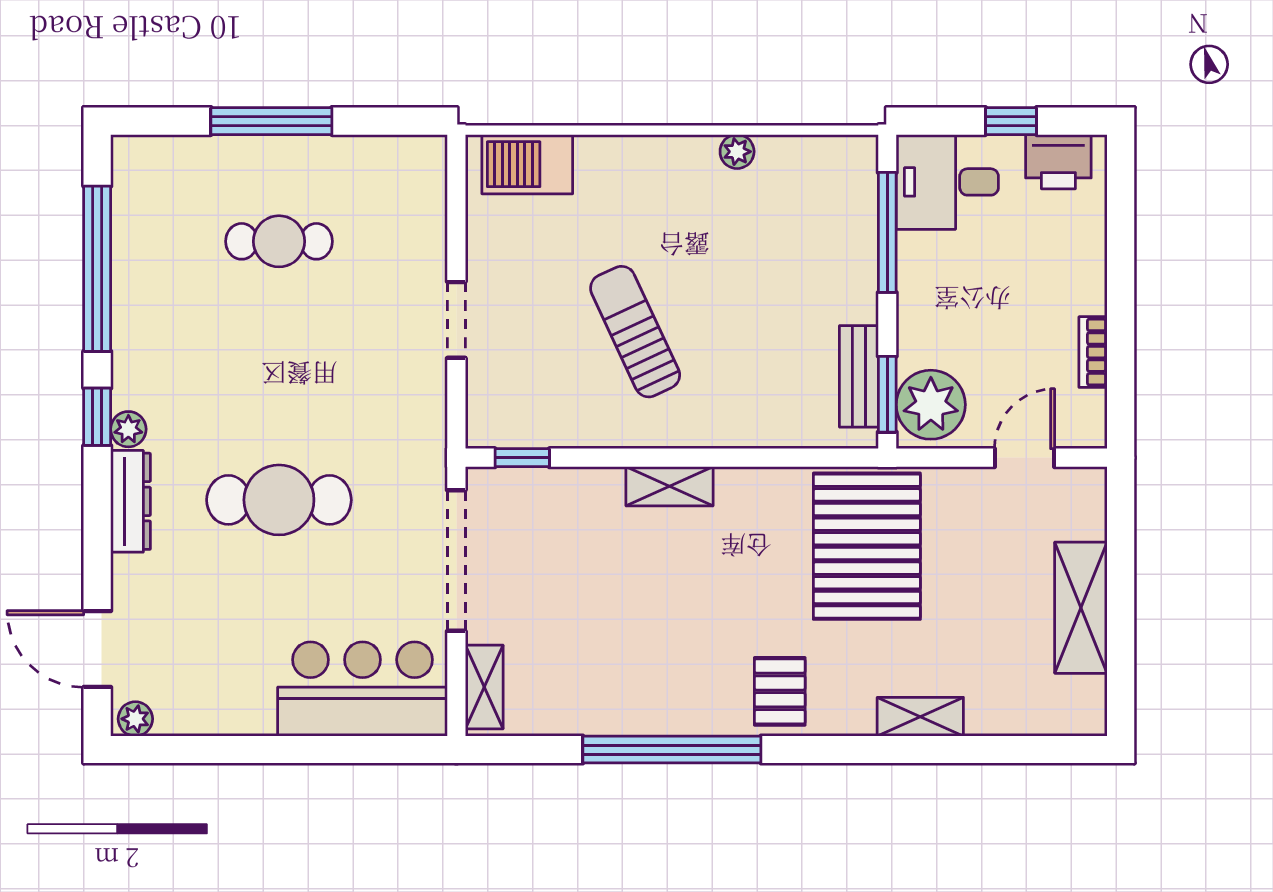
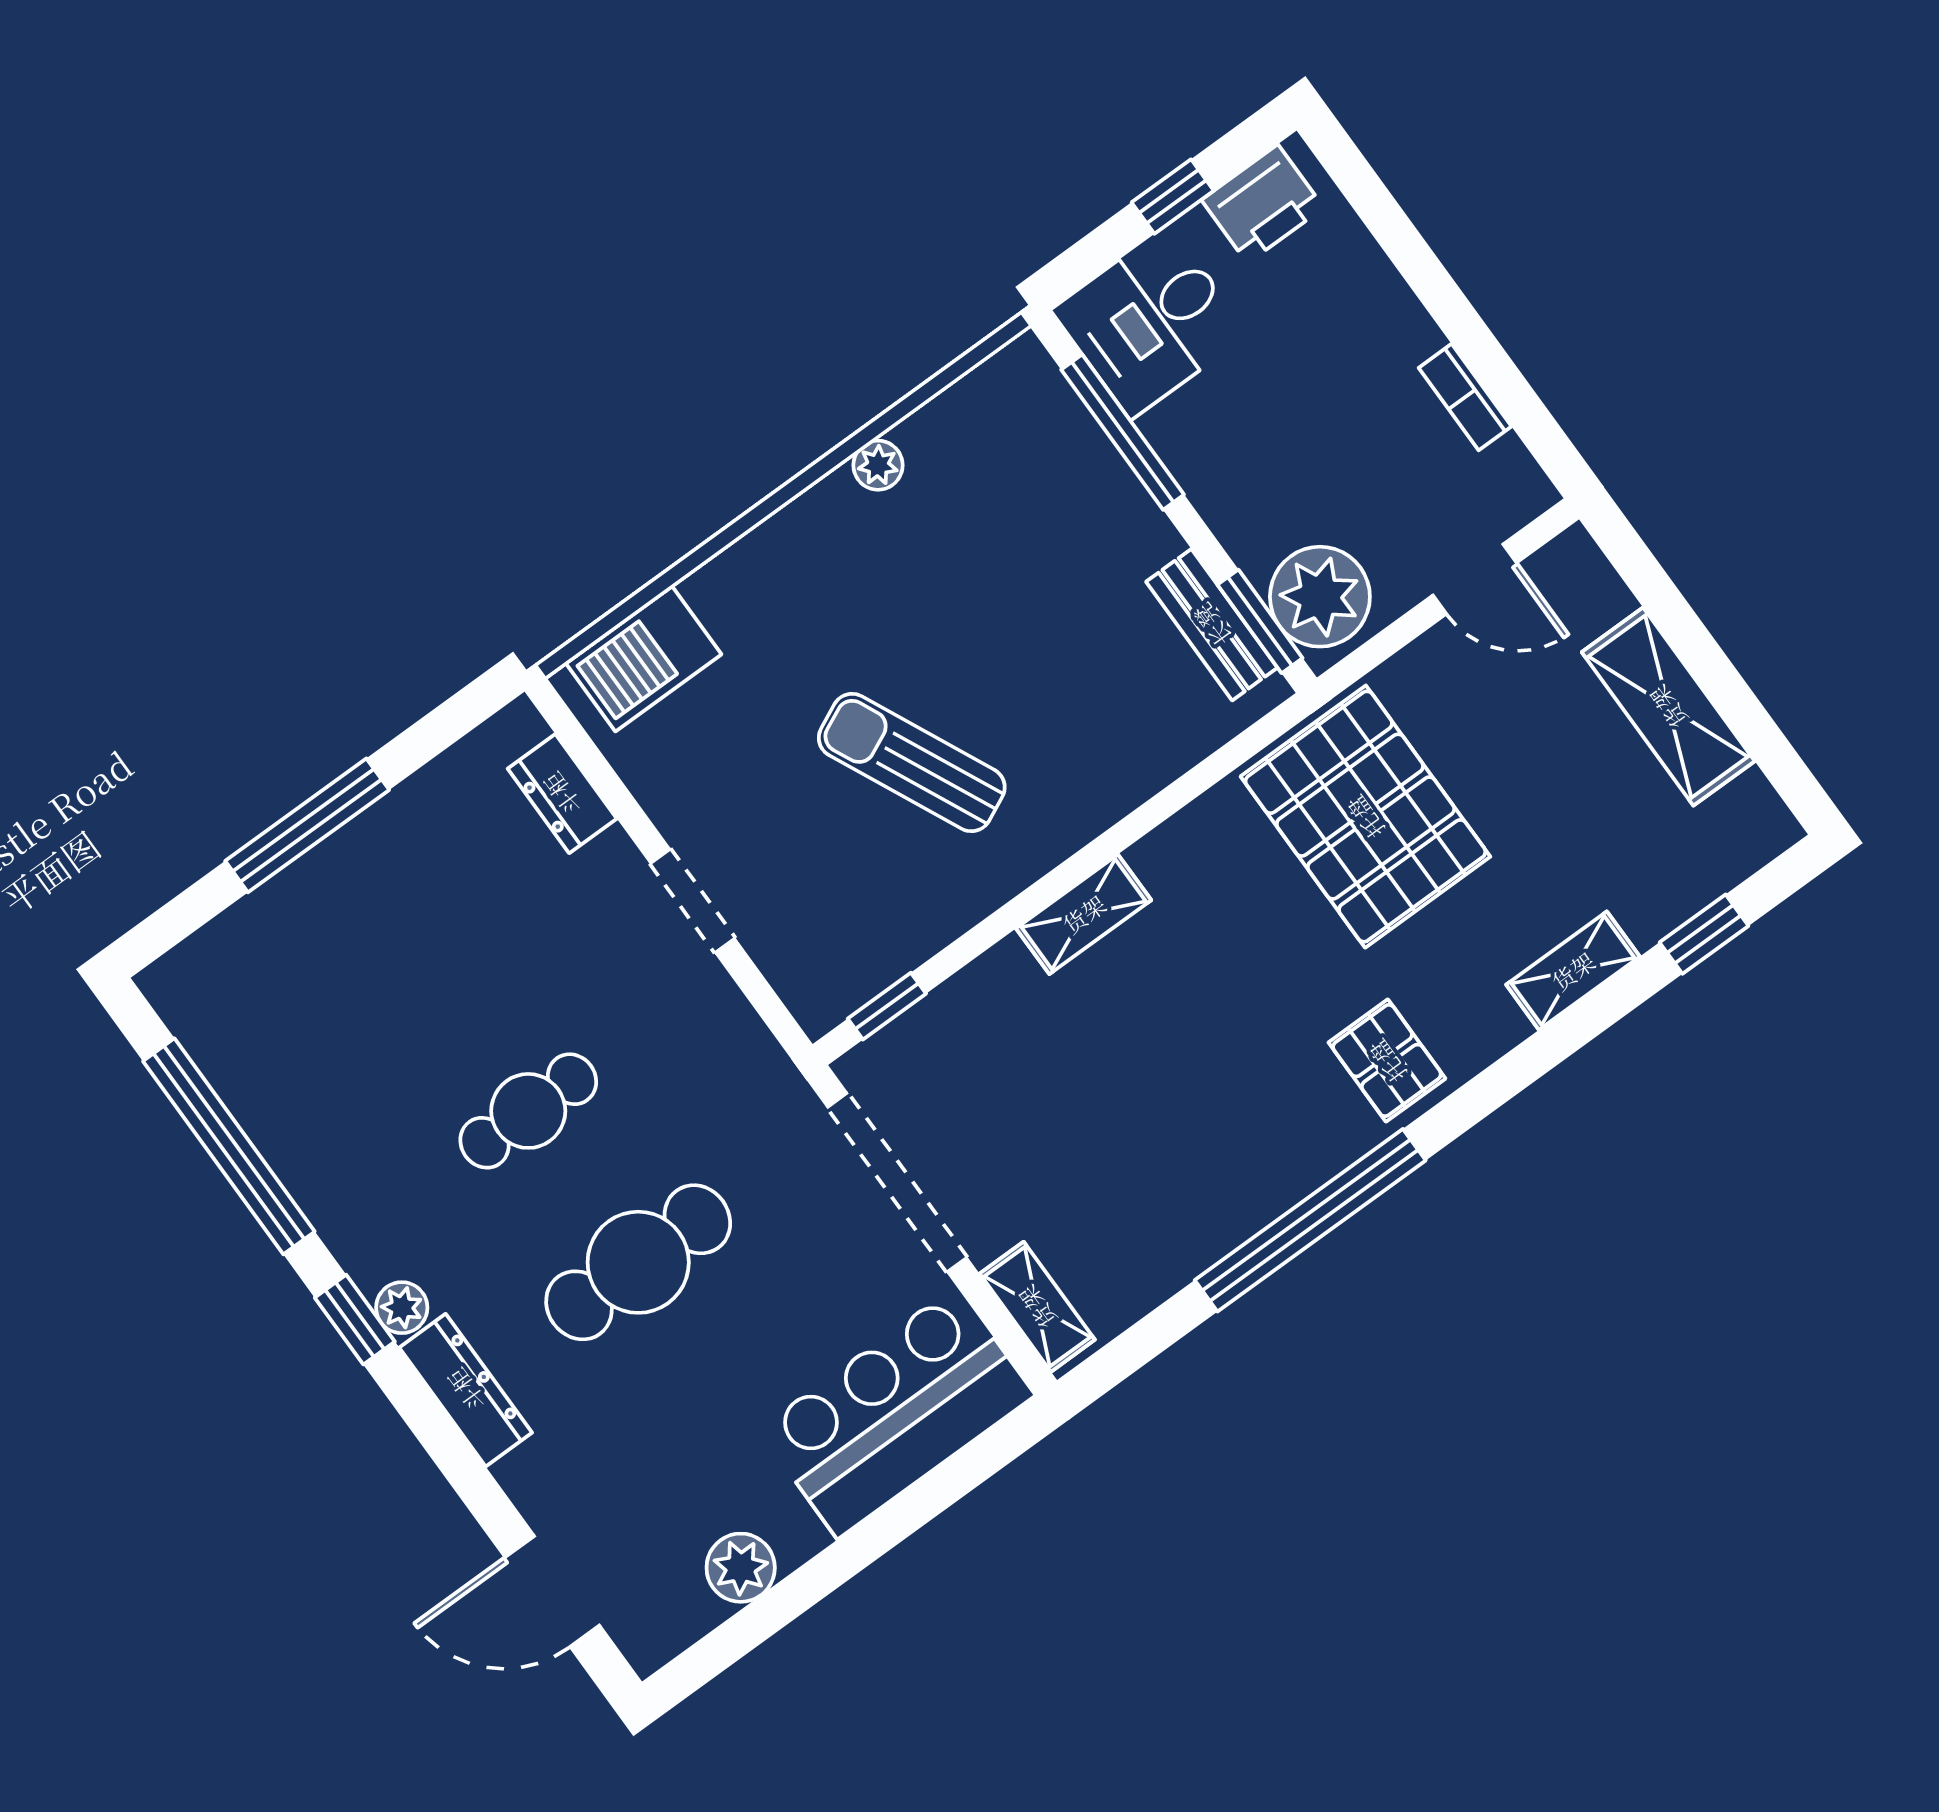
dresser: (427, 207) -> (562, 794), added
cafe table: (279, 241) -> (528, 1111), moved
door: (1025, 458) -> (1475, 579), swing flipped
plant: (135, 719) -> (741, 1568), moved, width x1.38, depth x1.38
window: (1008, 750) -> (1704, 934), added

